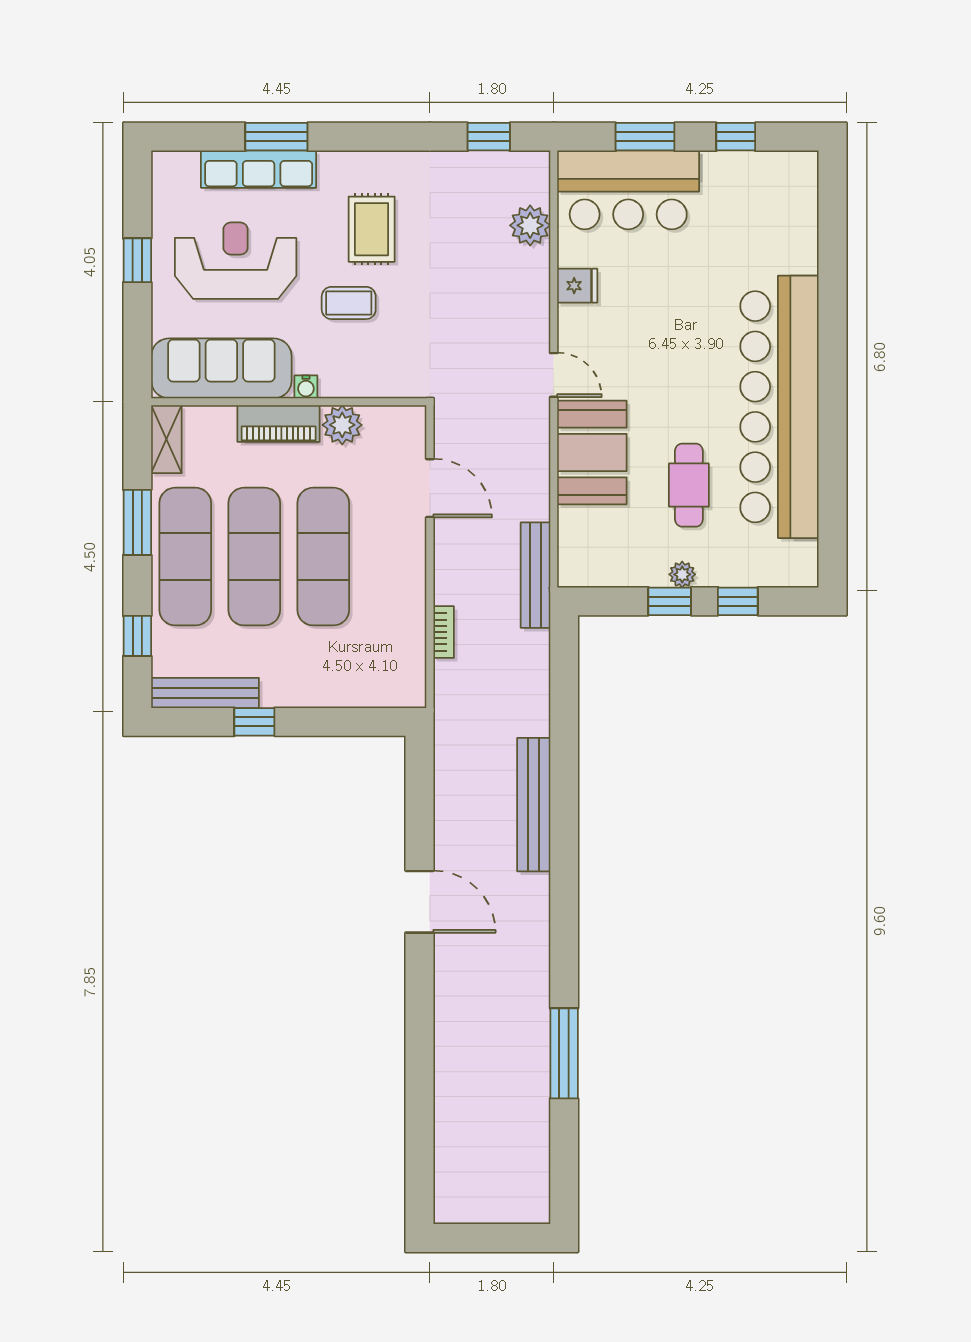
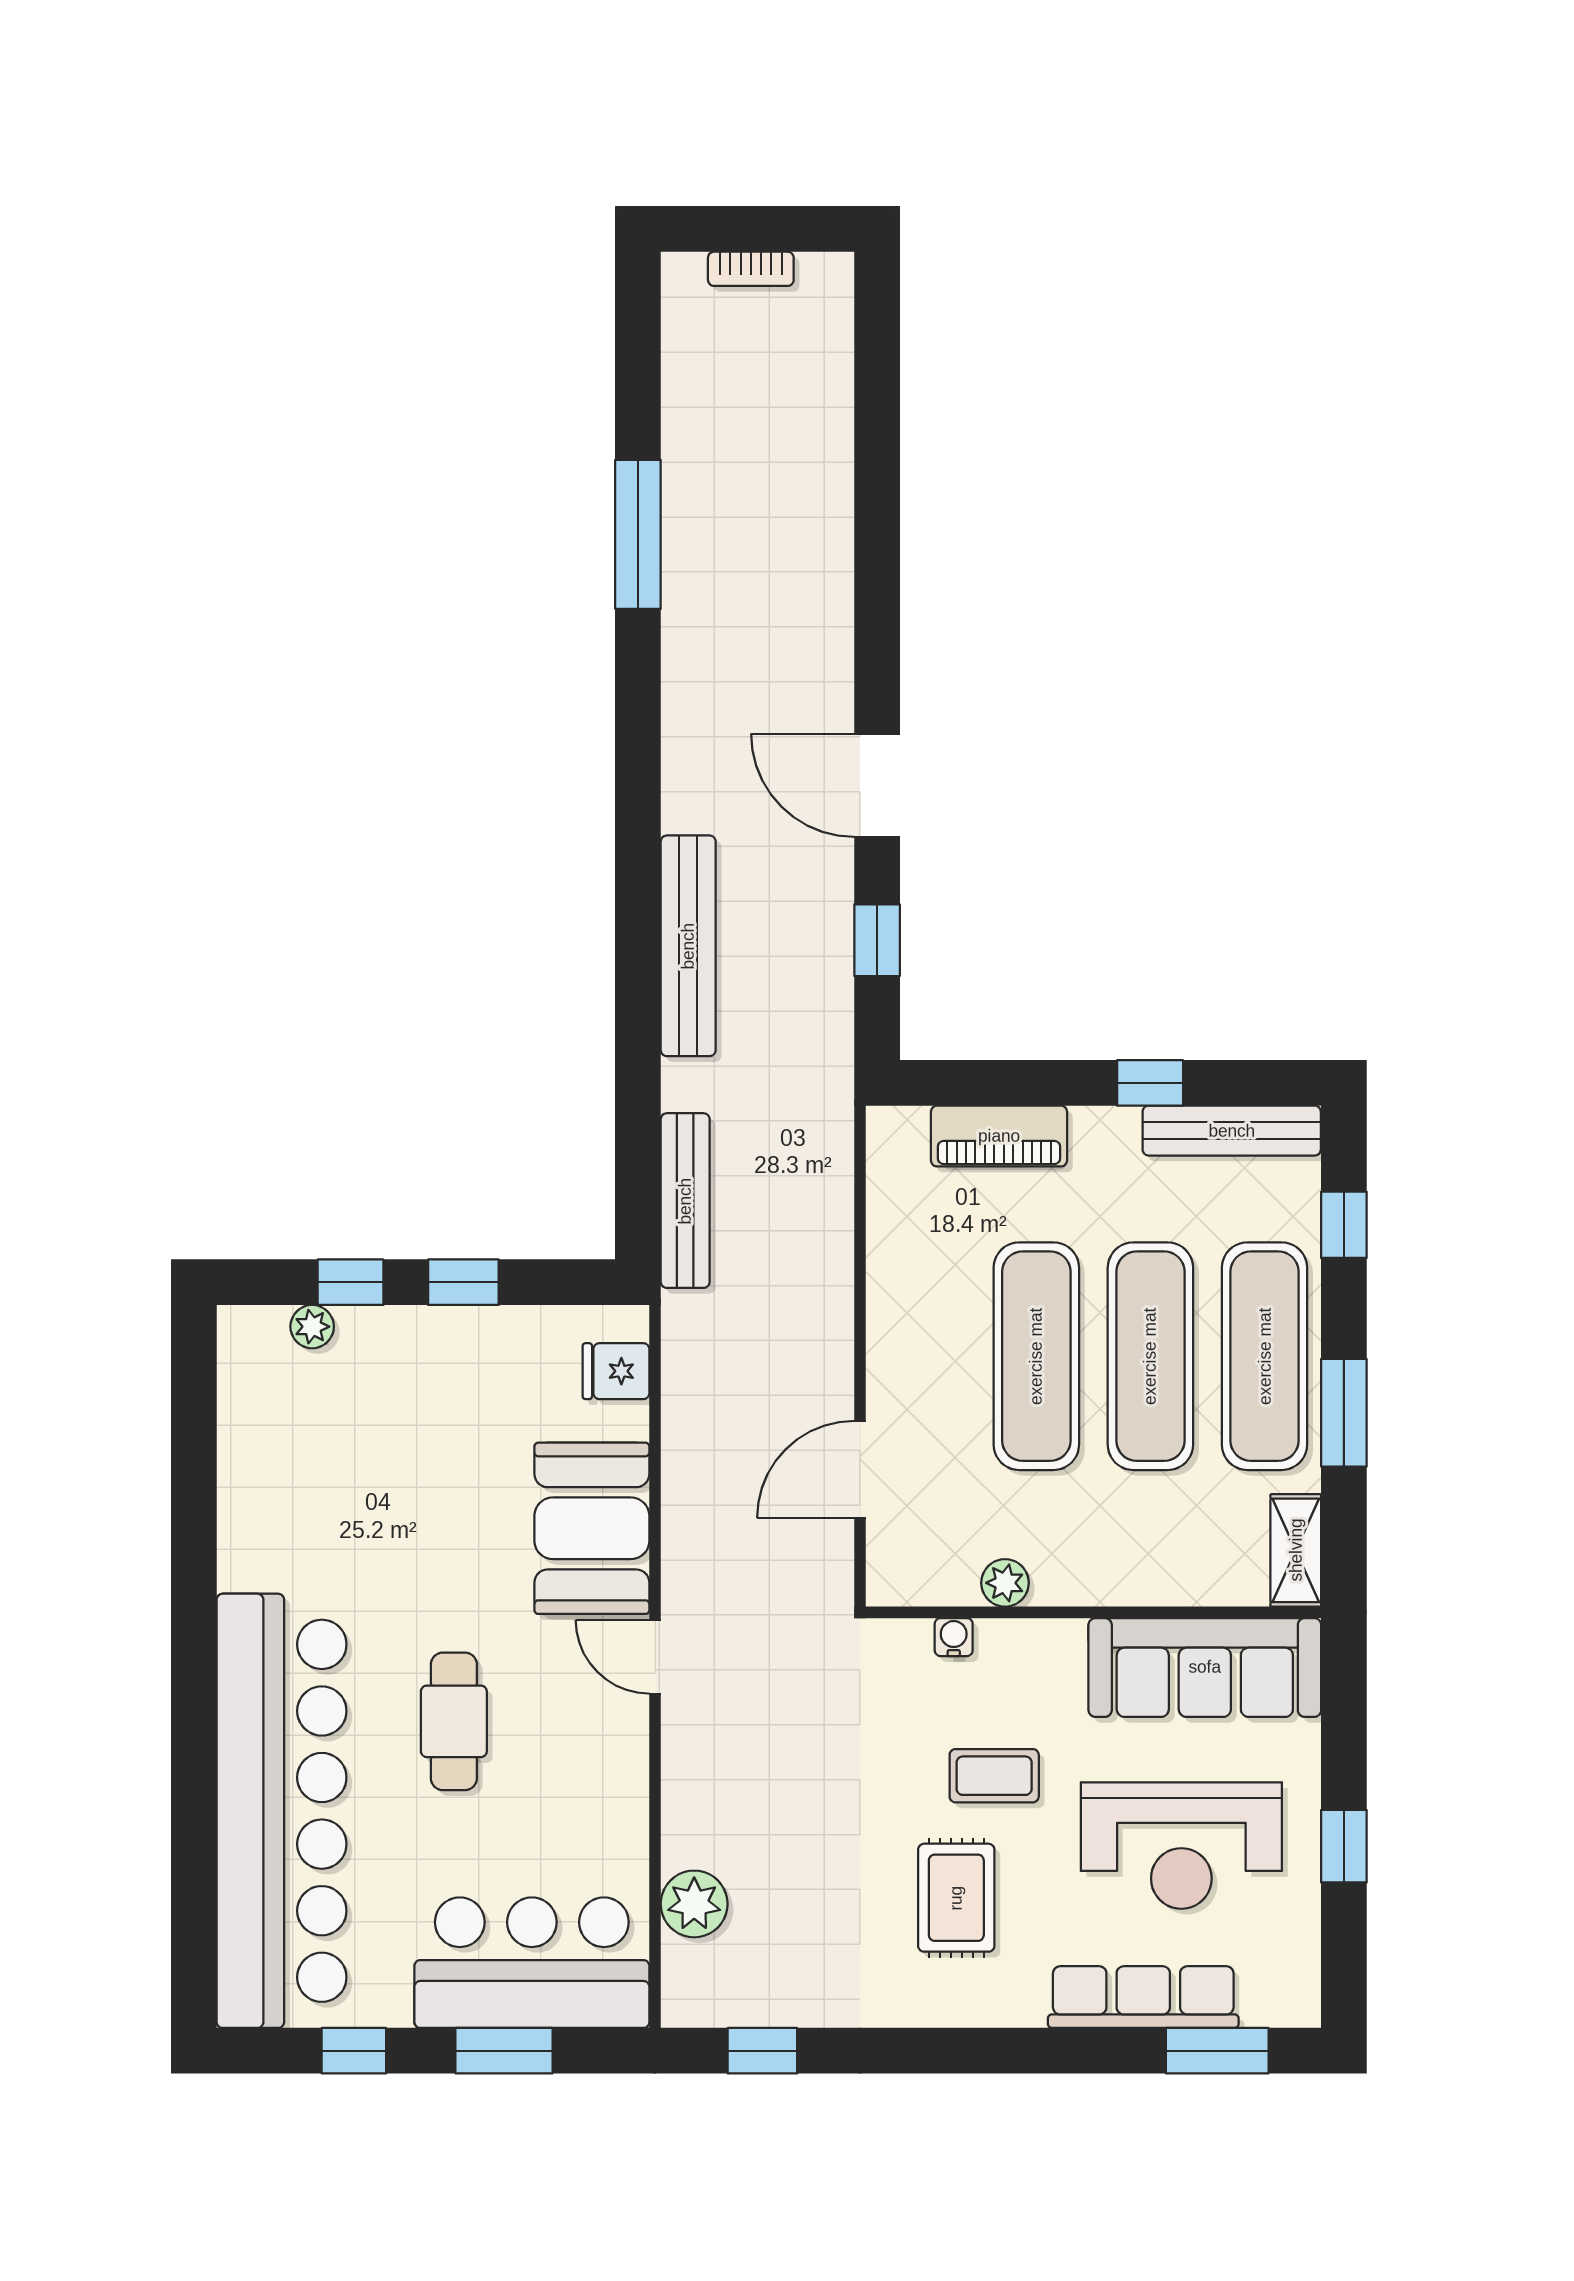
window: (276, 137) -> (1217, 2051), moved
fridge: (577, 286) -> (616, 1371), moved
water cooler: (306, 387) -> (954, 1637), moved
bar counter: (779, 407) -> (282, 1811), moved
piano: (279, 424) -> (999, 1136), moved, turned 180
plant: (342, 425) -> (1005, 1583), width x0.73, depth x0.73
cafe table: (689, 485) -> (454, 1721), moved
door: (430, 488) -> (860, 1469), hinge flipped
plant: (682, 574) -> (312, 1327), moved
bench: (535, 575) -> (685, 1201), moved
bookcase: (444, 632) -> (751, 269), moved, turned -90
window: (419, 808) -> (877, 940), added

